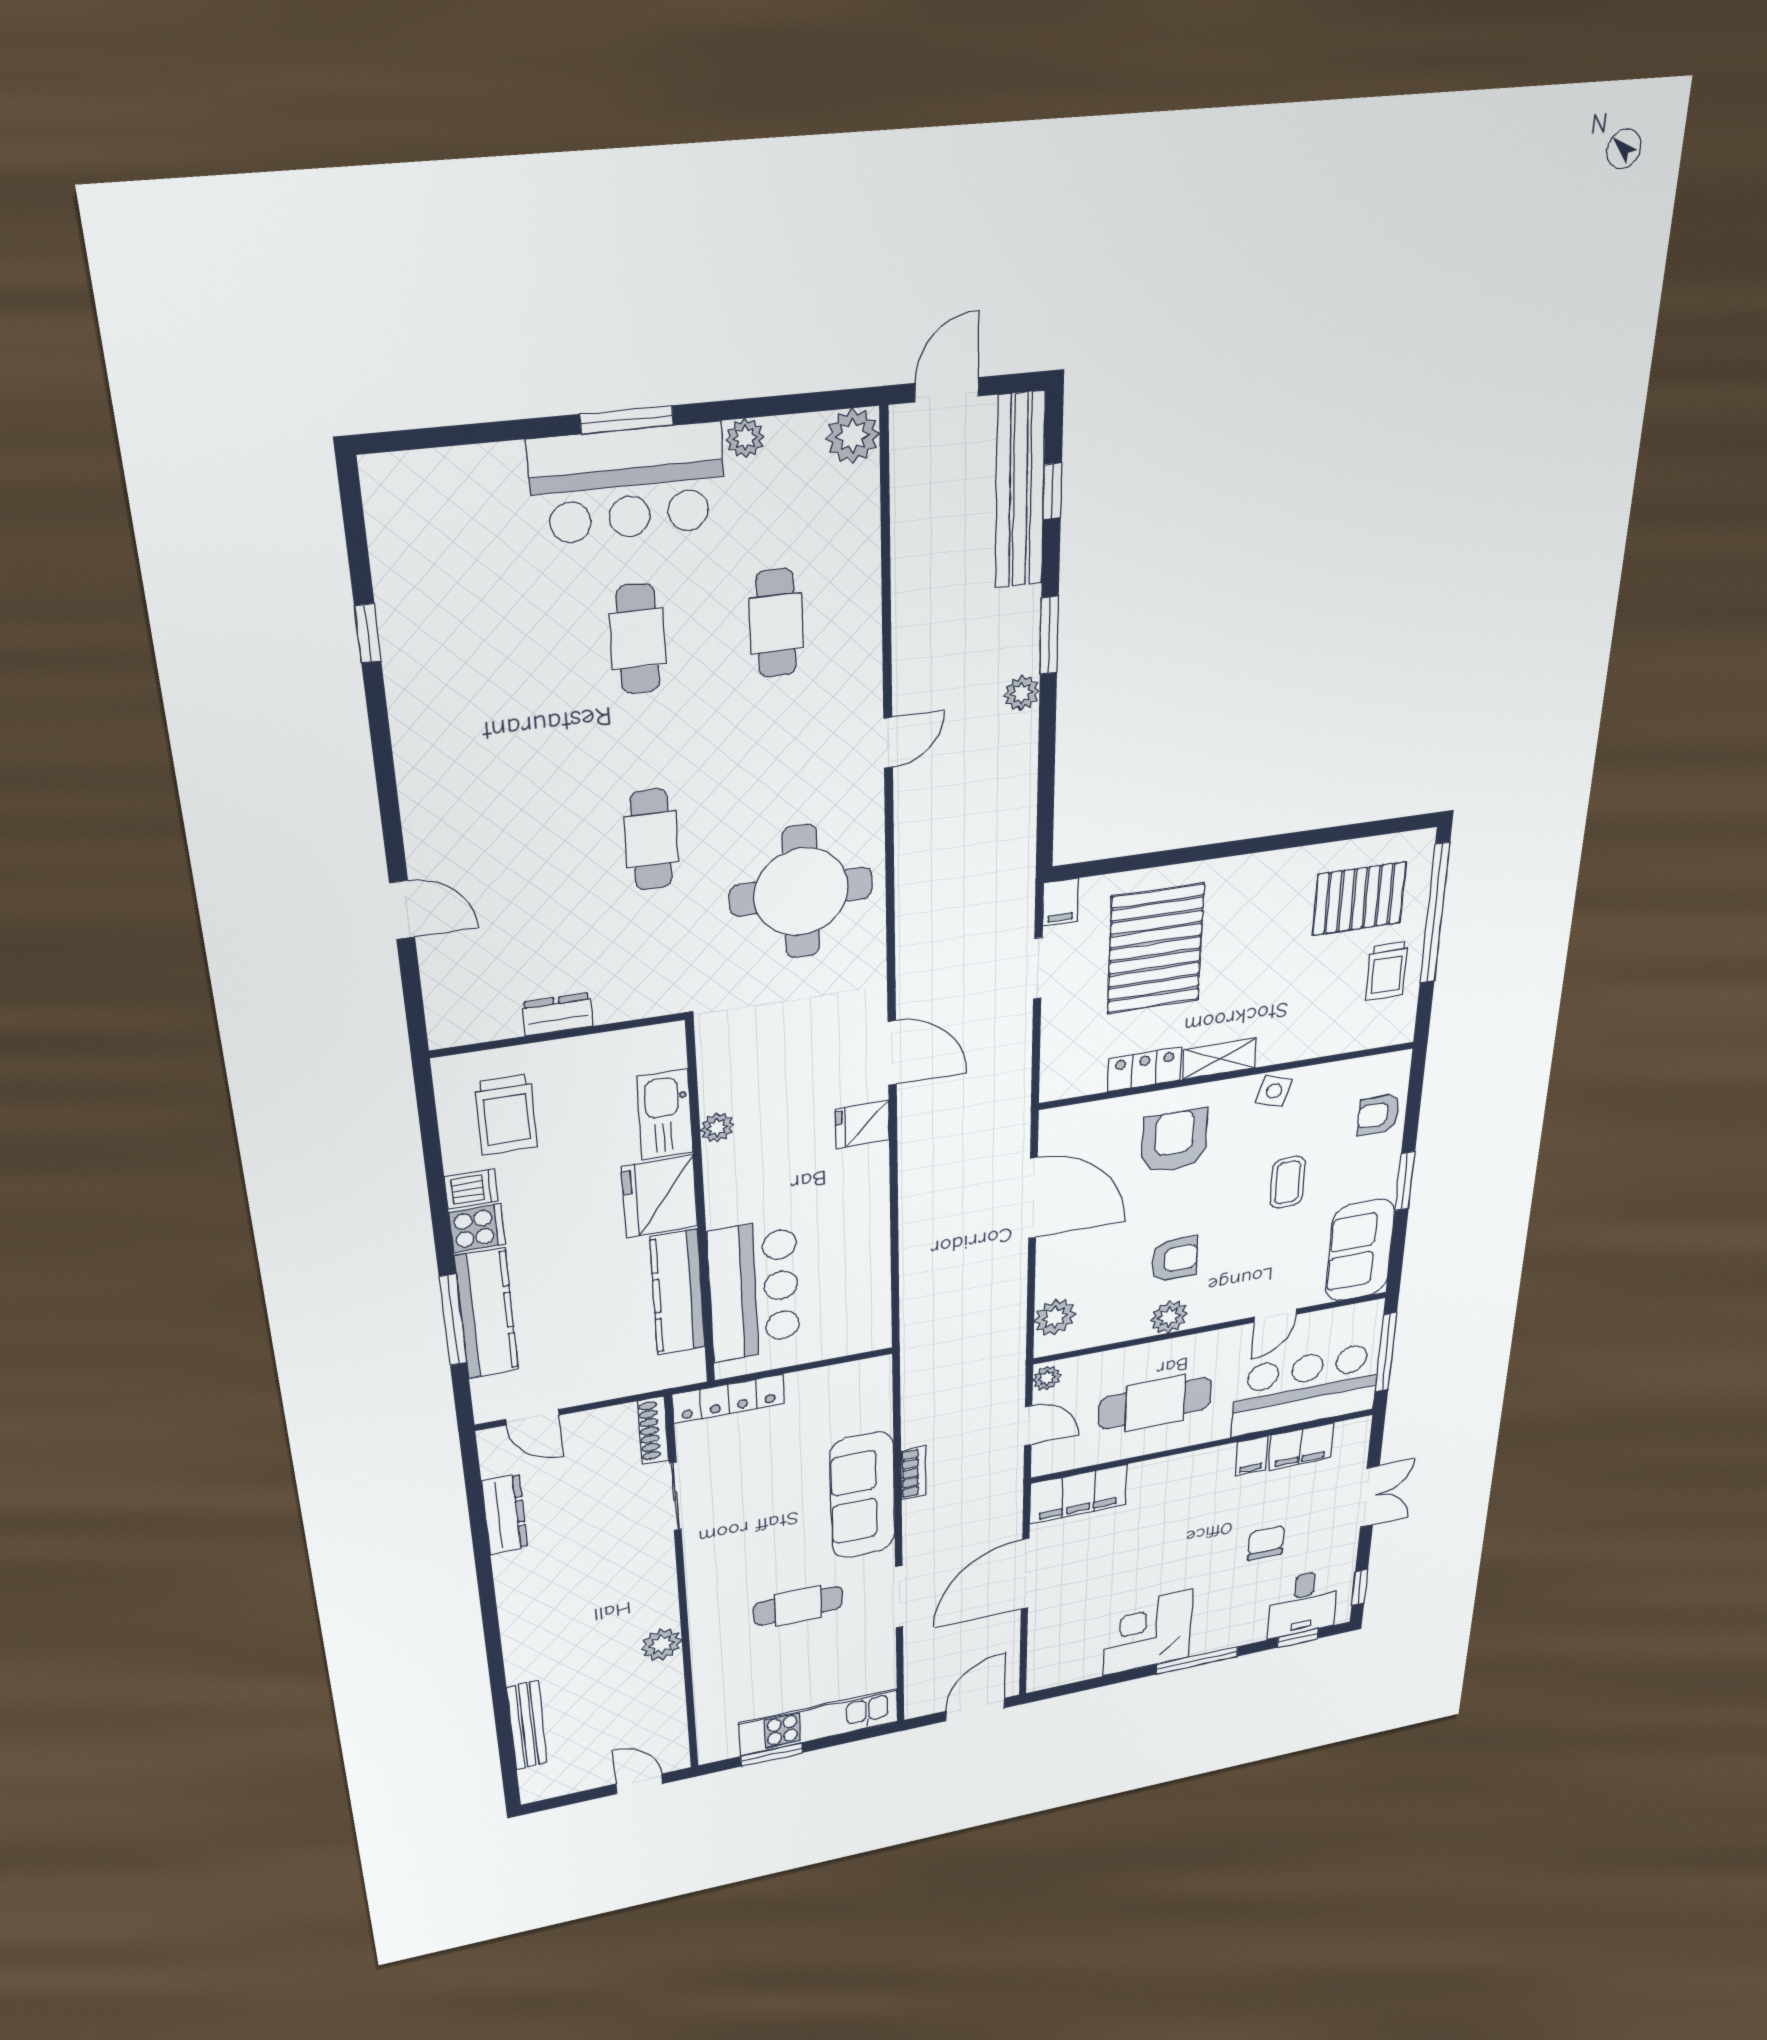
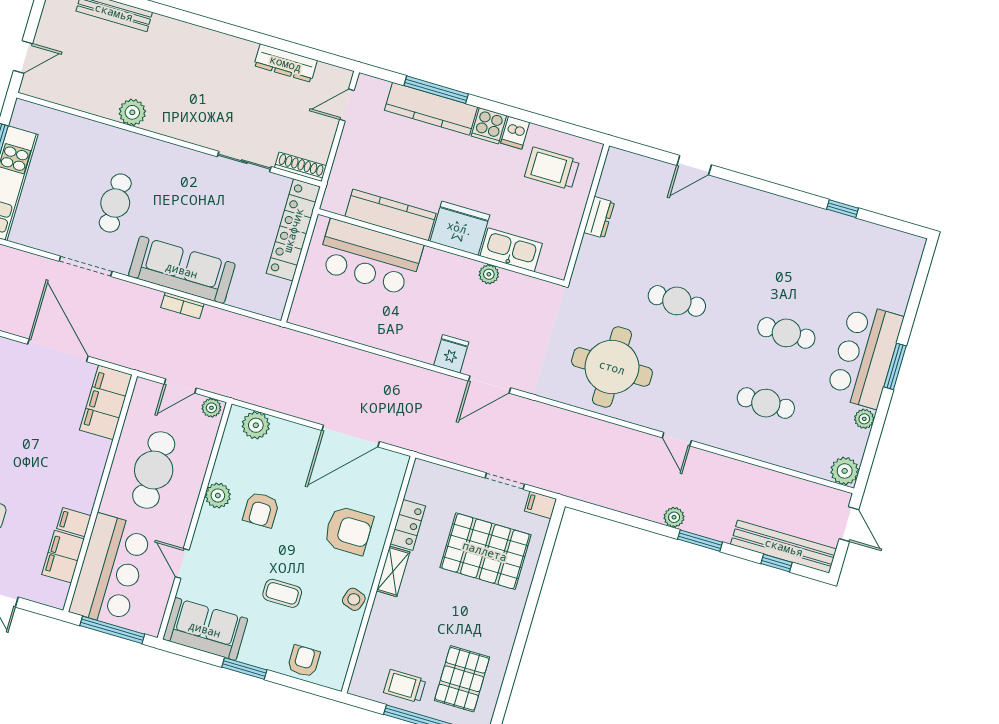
locker: (729, 1399) -> (293, 230), width x1.41, depth x1.21

